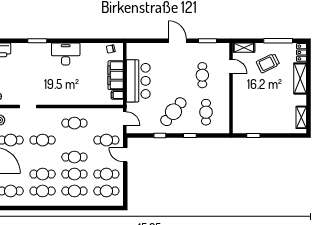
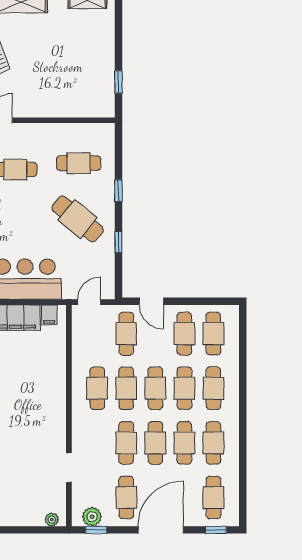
cafe table: (74, 140) -> (126, 388), added
door: (125, 155) -> (151, 301), hinge flipped
cafe table: (43, 157) -> (155, 443), added

